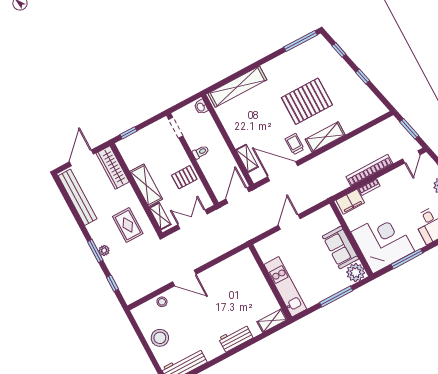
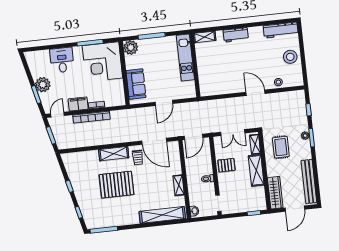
shelving: (247, 158) -> (179, 185), moved
filing cabinet: (350, 202) -> (78, 104), moved
sofa: (341, 247) -> (136, 84), moved

